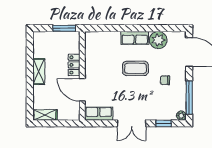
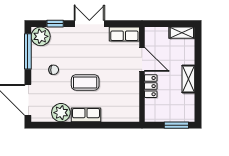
window: (64, 28) -> (176, 125), moved
plant: (181, 116) -> (41, 36), width x1.87, depth x1.87

